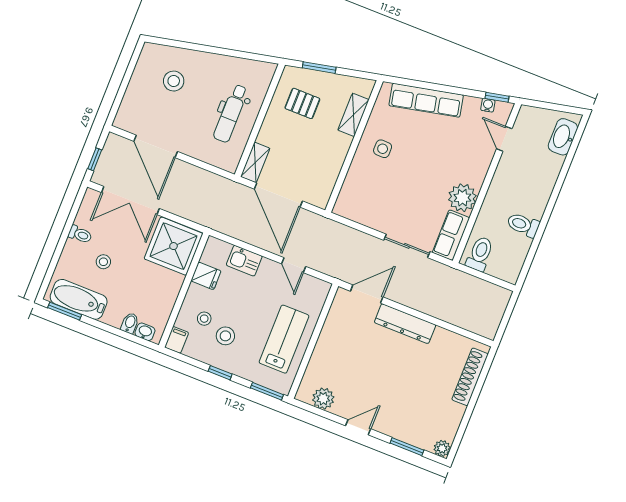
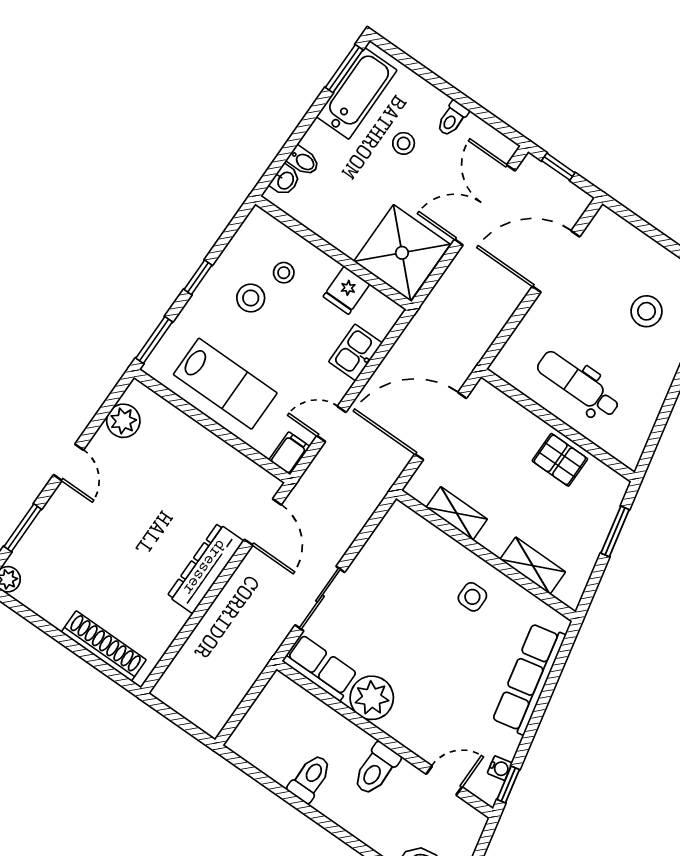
pallet: (302, 103) -> (560, 460), moved, turned 90
shelving: (255, 162) -> (457, 513), moved
toilet: (480, 254) -> (376, 769), moved, turned 90
filing cabinet: (177, 340) -> (289, 453), moved, turned -90

